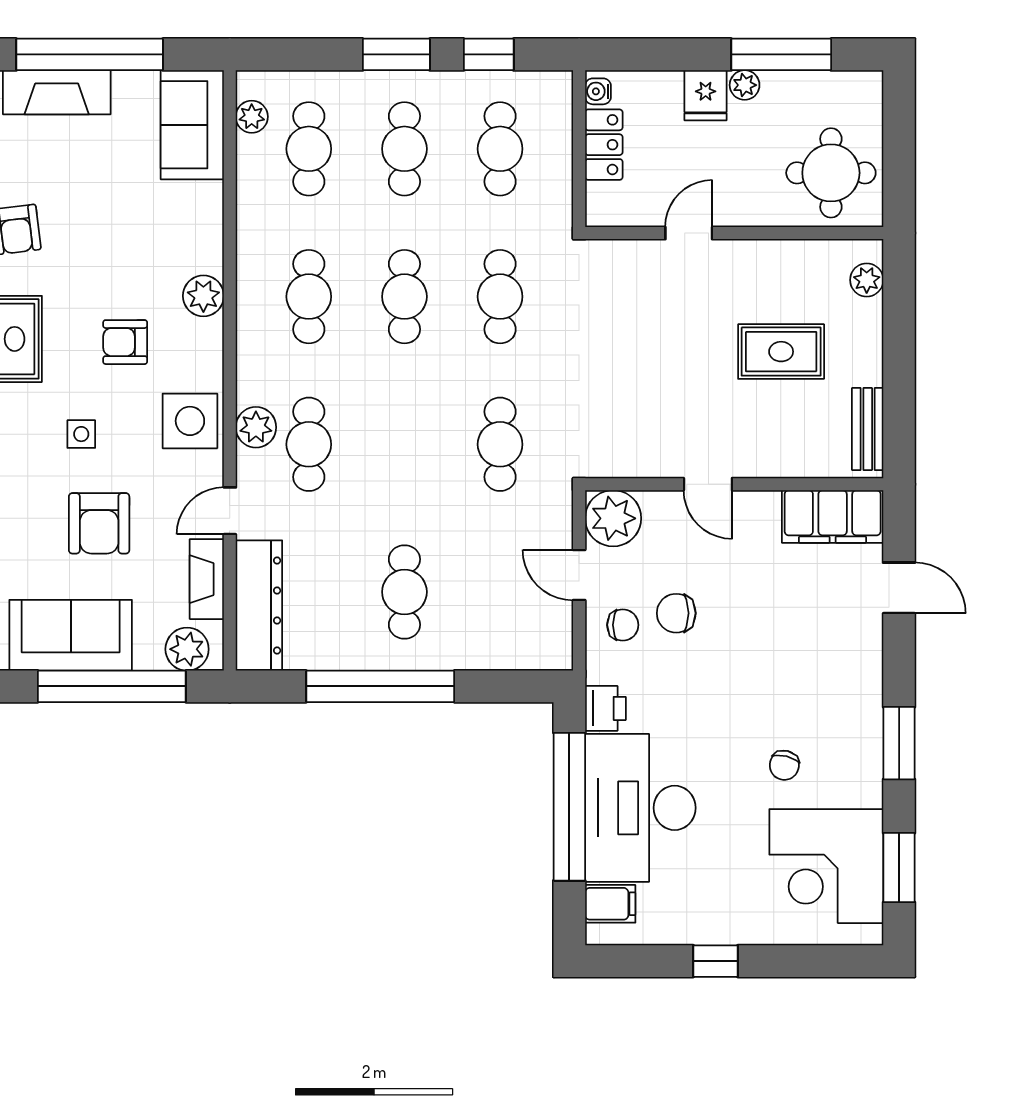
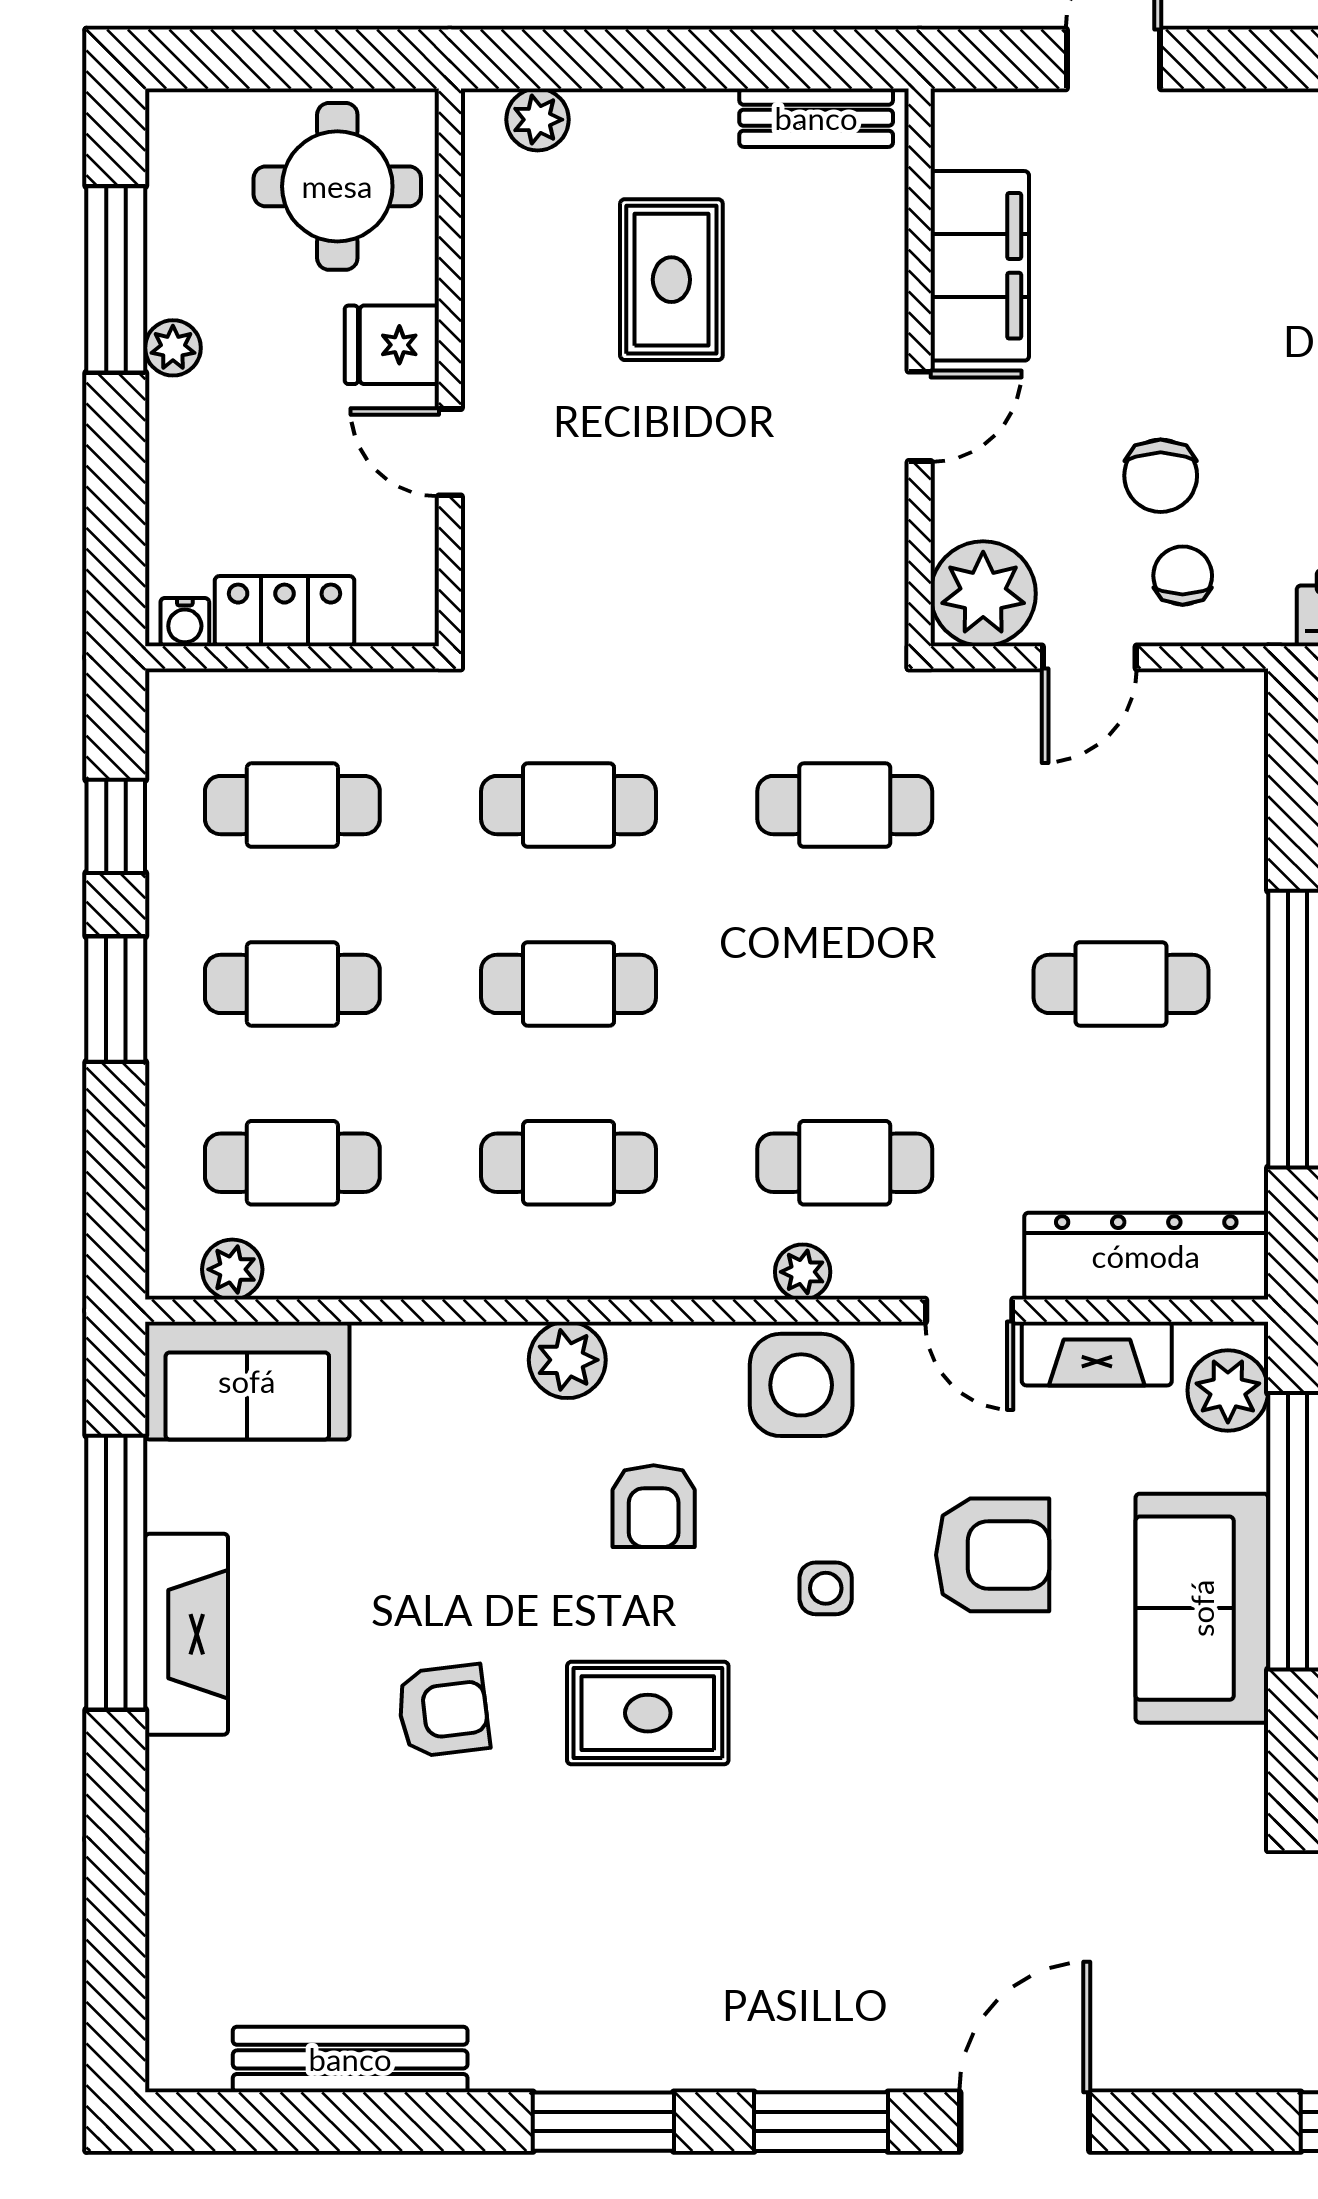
fridge: (706, 95) -> (392, 345), moved, turned 180
plant: (256, 427) -> (803, 1272), width x0.73, depth x0.73
filing cabinet: (833, 516) -> (980, 266), moved

